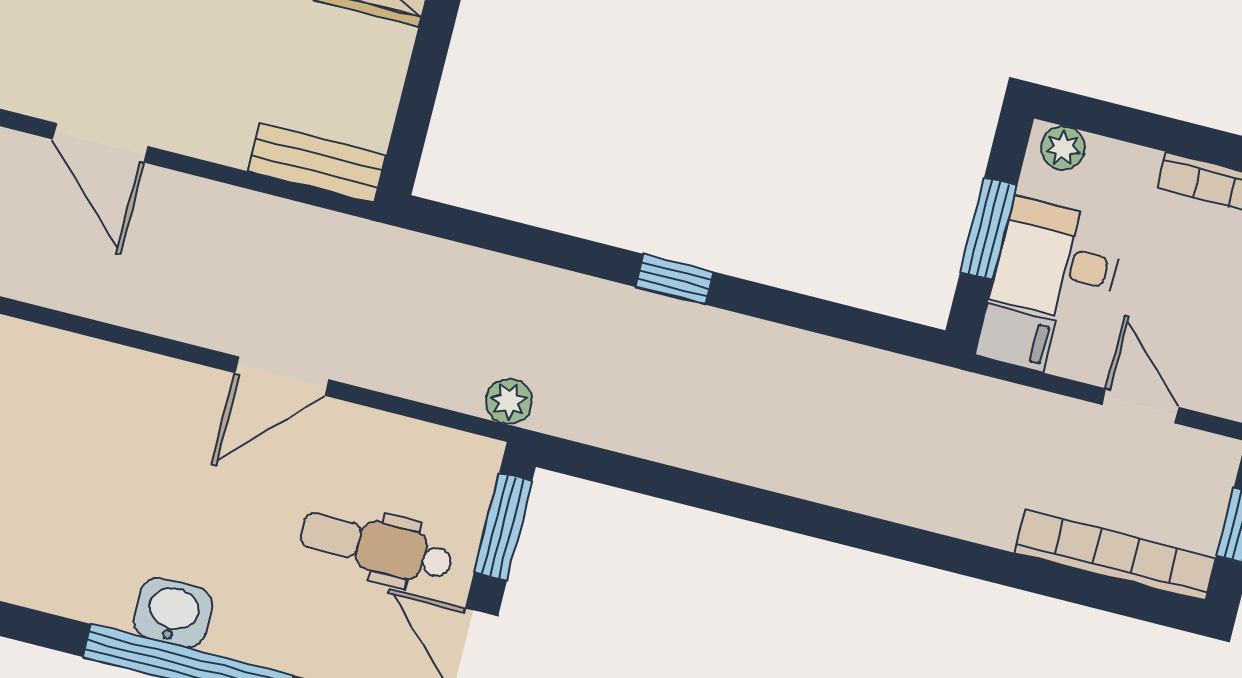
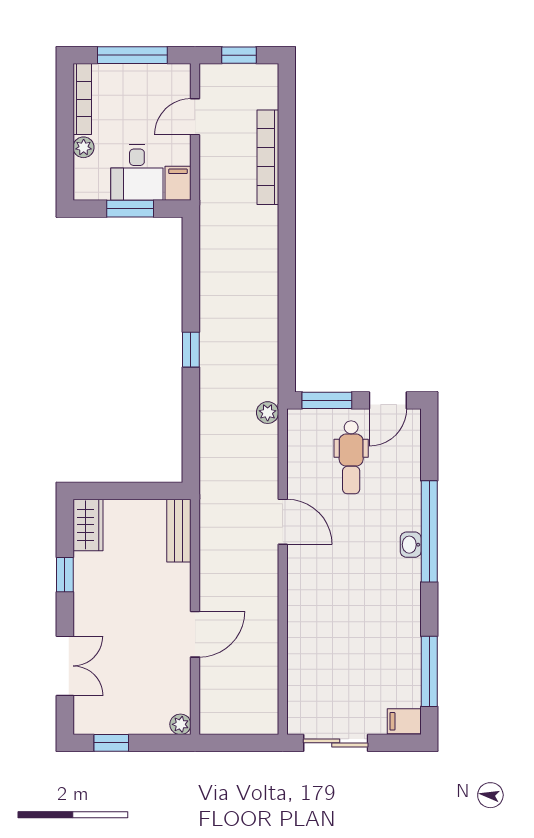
plant: (1063, 148) -> (84, 147), moved
bookcase: (1115, 555) -> (268, 157), moved
washbasin: (173, 613) -> (411, 545), width x0.72, depth x0.69

